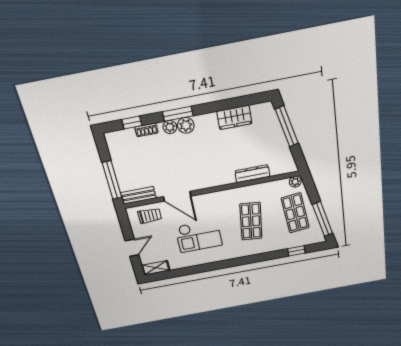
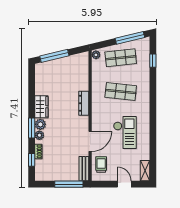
wardrobe: (234, 117) -> (41, 107), moved
dresser: (252, 174) -> (84, 103), moved

